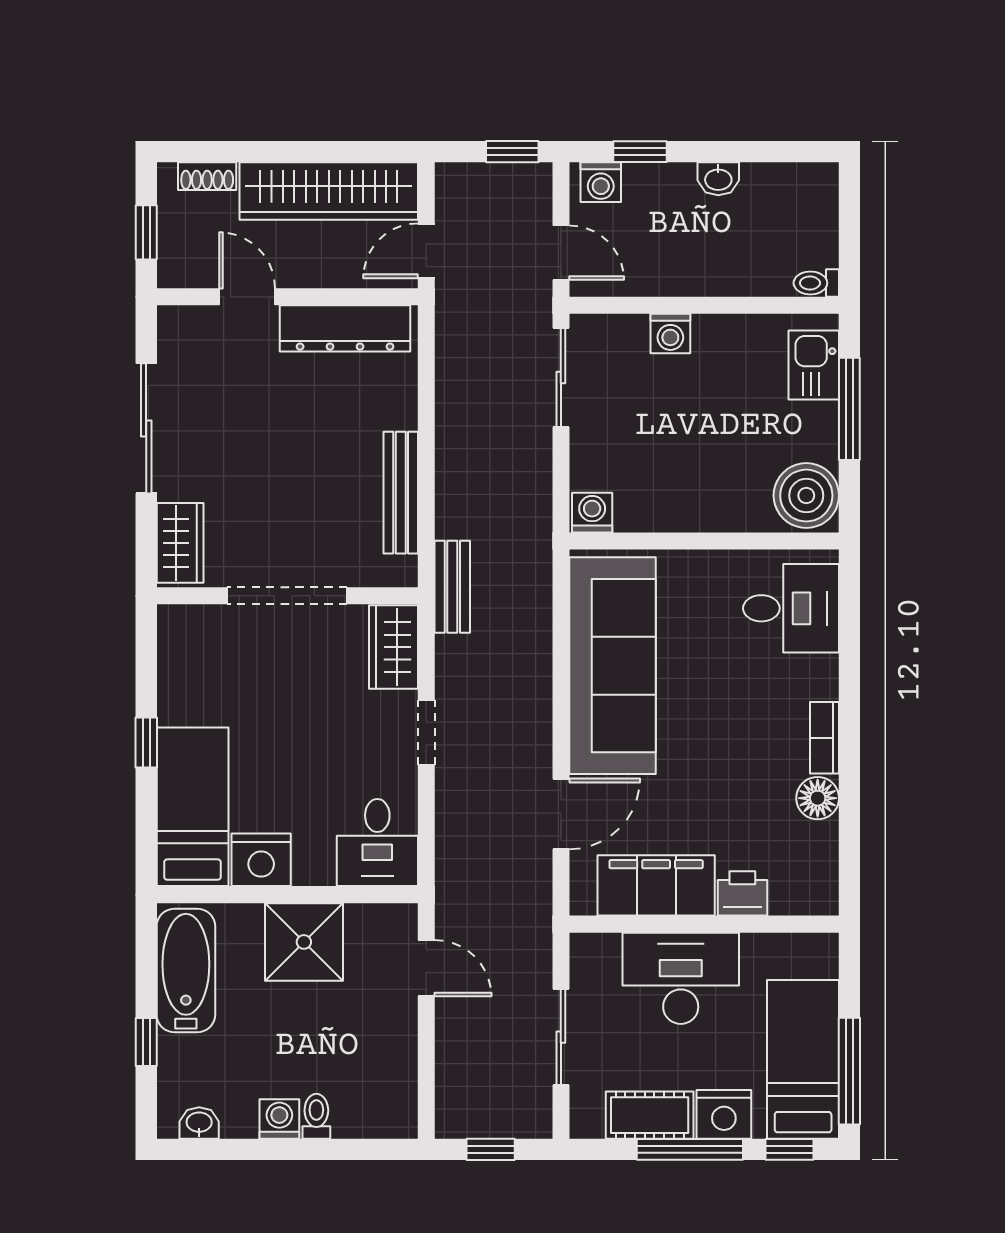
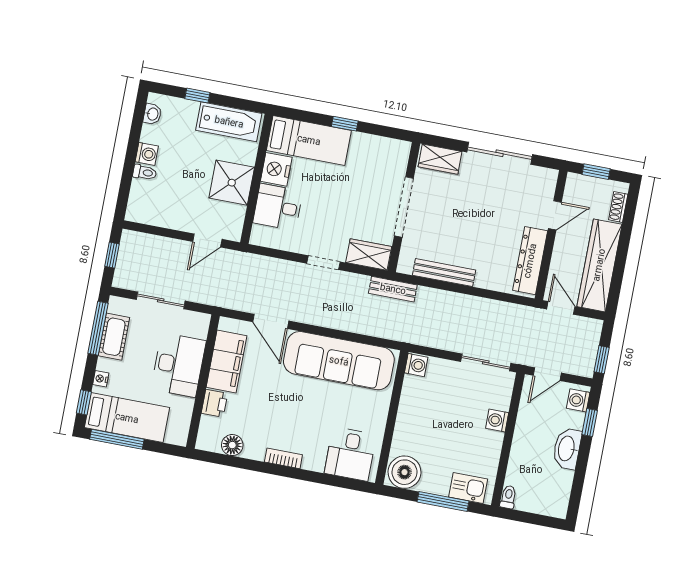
washbasin: (718, 179) -> (567, 449), width x1.91, depth x1.45
floor lamp: (818, 798) -> (232, 445), moved
desk: (377, 843) -> (278, 207), moved
nightstand: (724, 1114) -> (101, 379), width x0.53, depth x0.56
window: (690, 1149) -> (98, 328), moved

